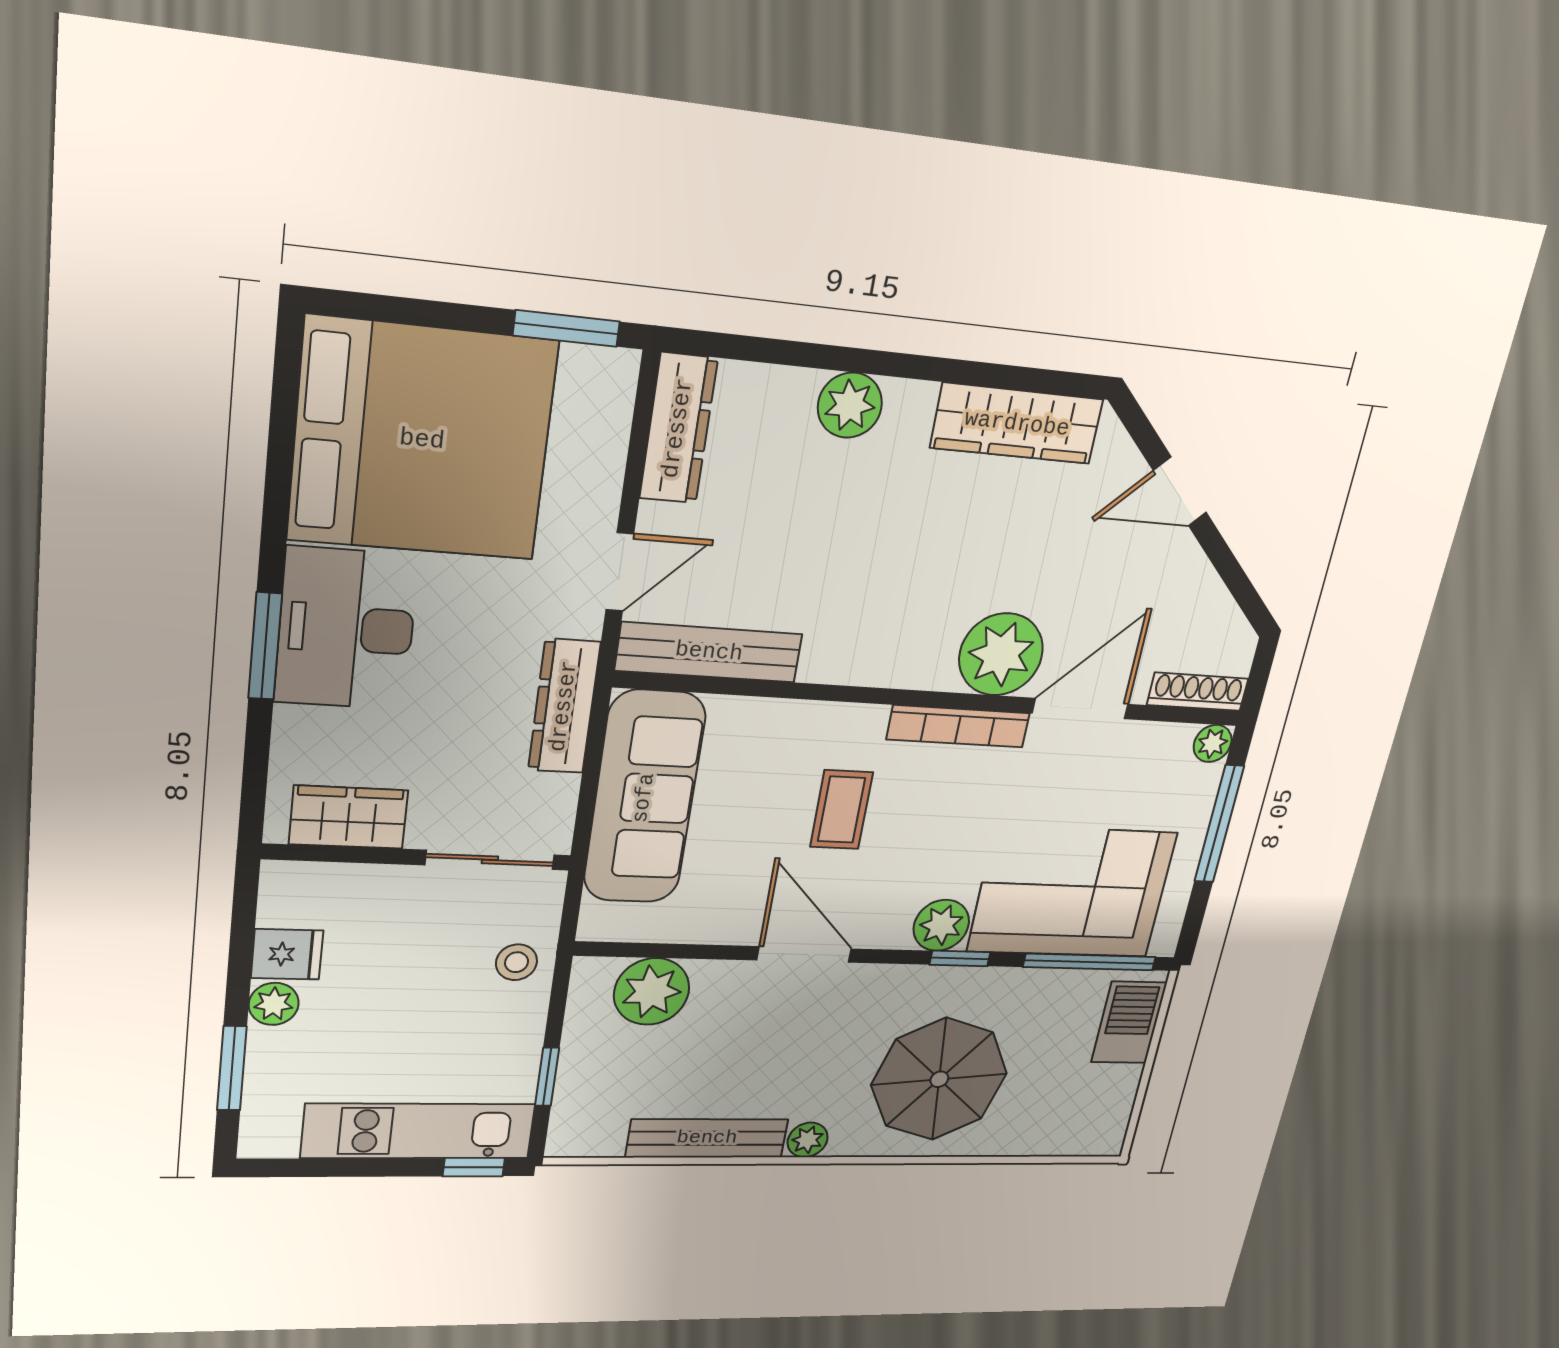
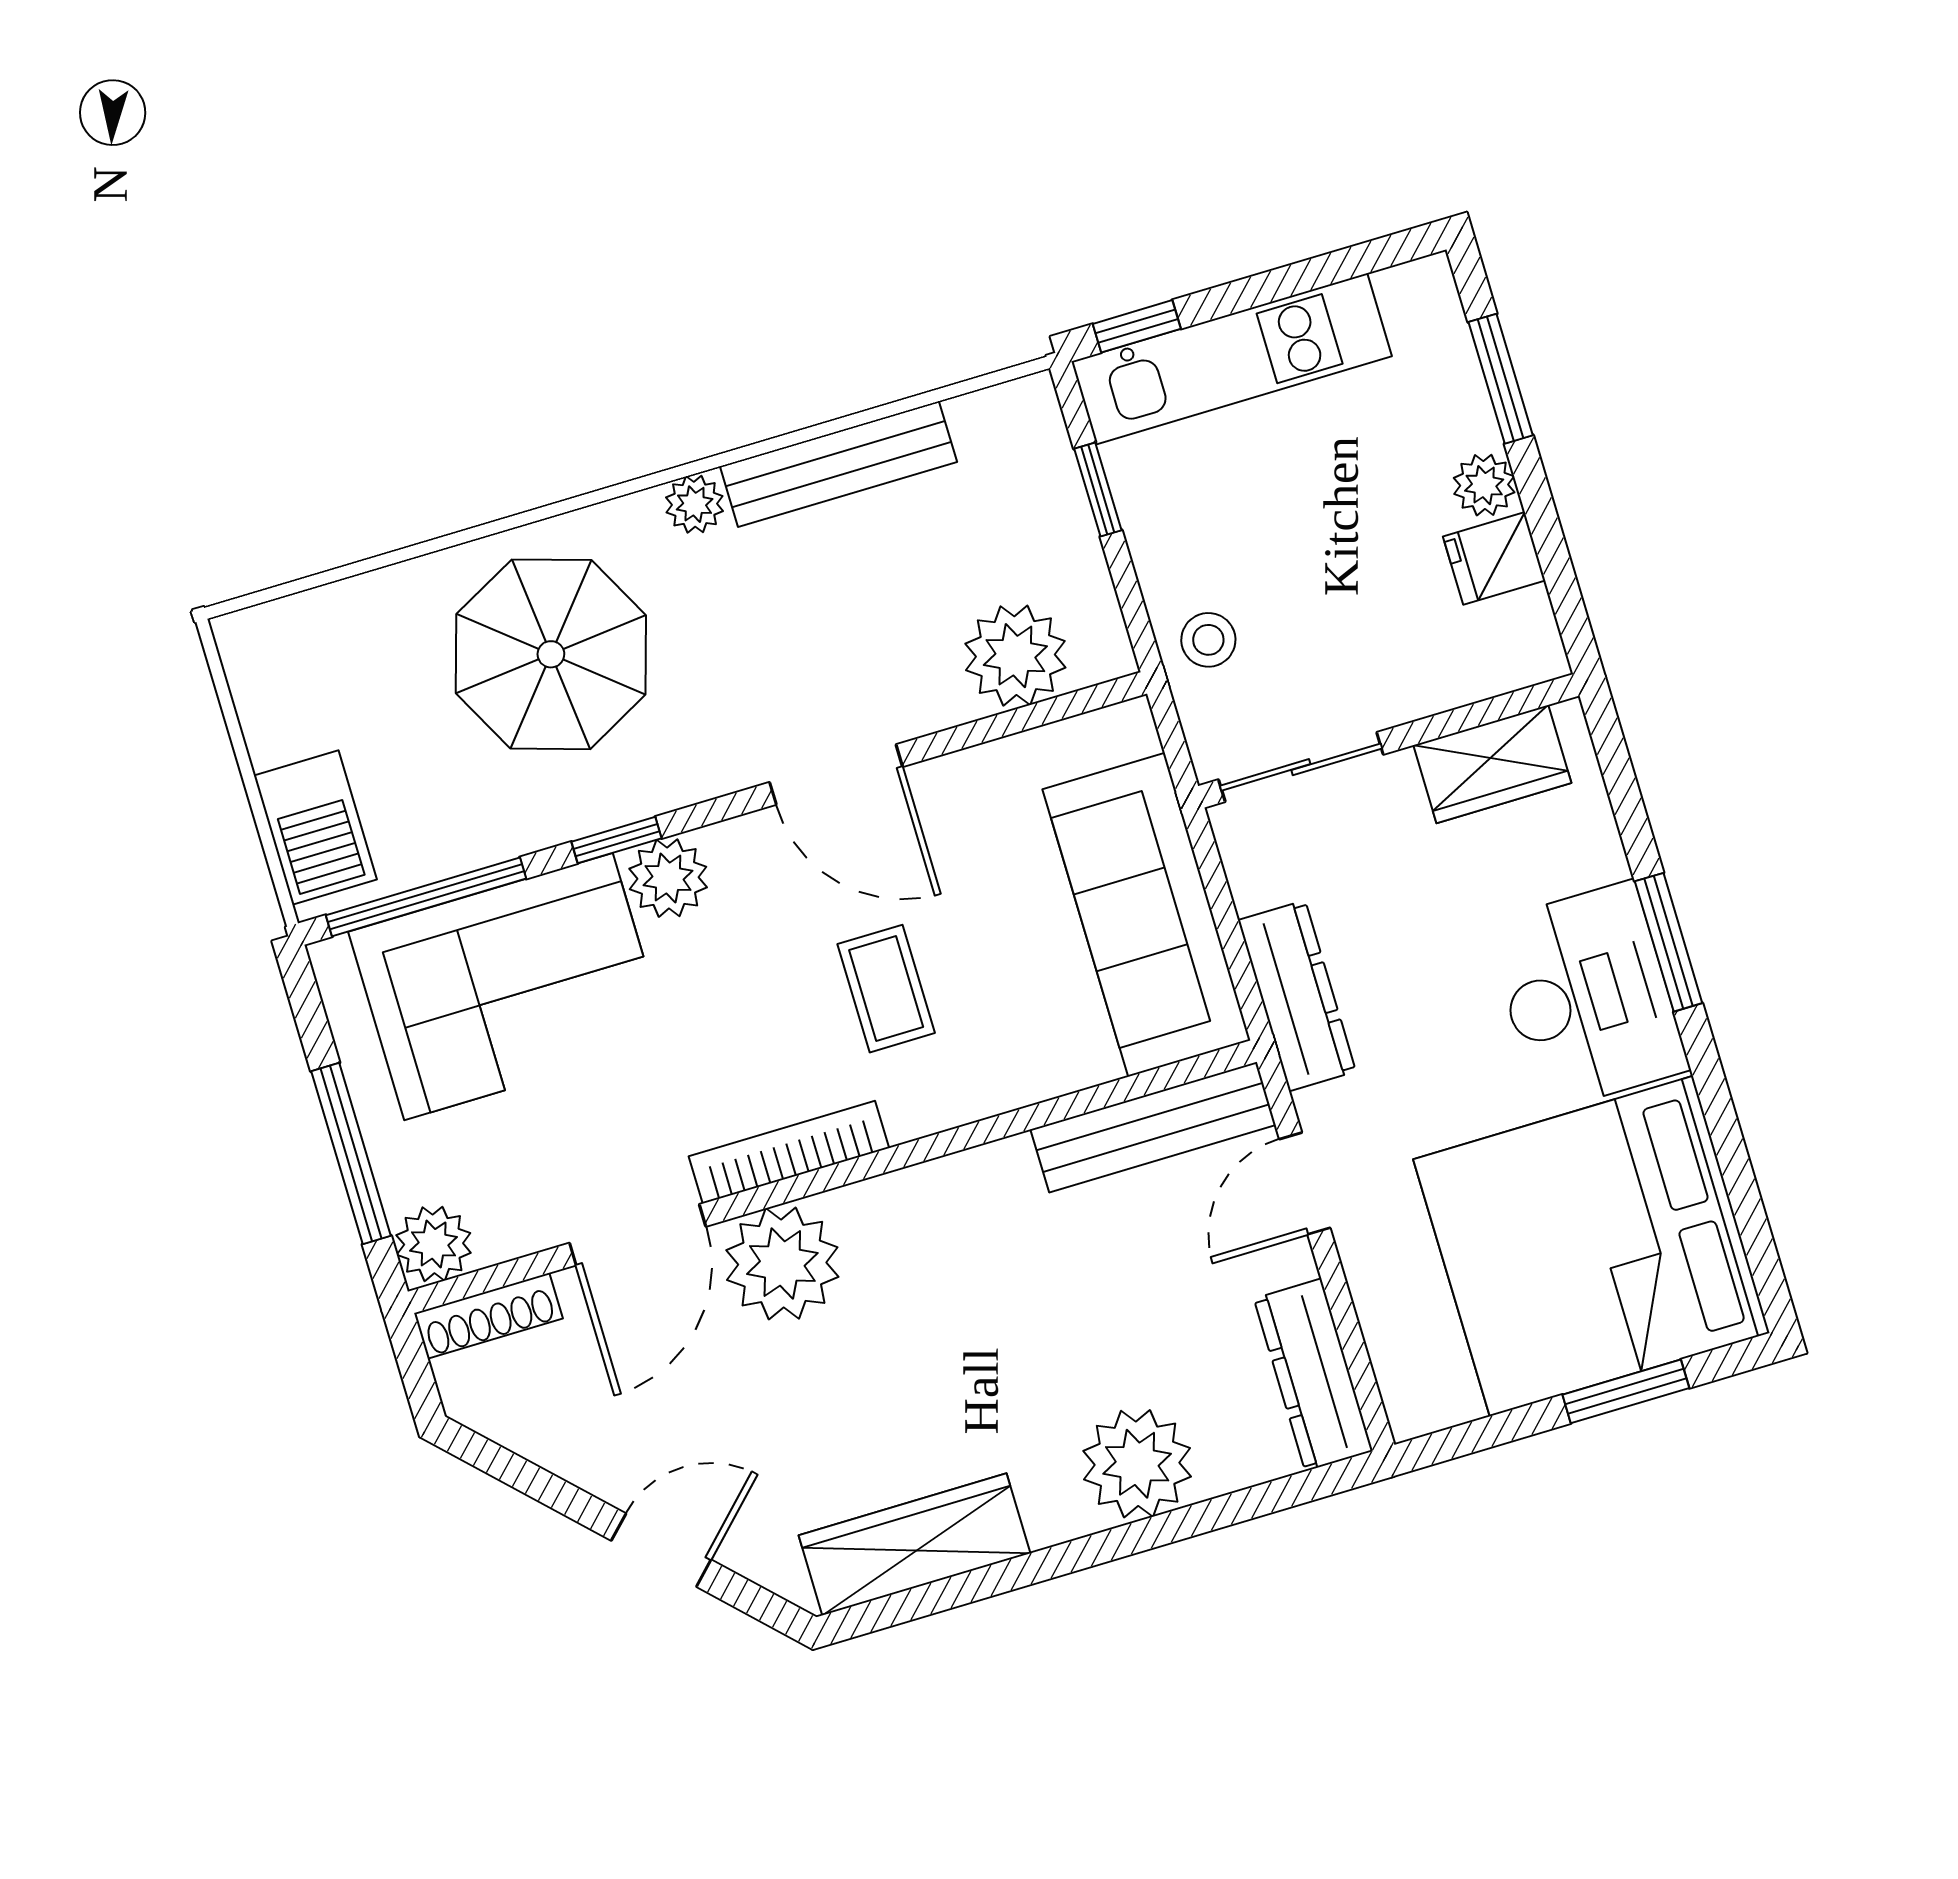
window: (566, 328) -> (1626, 1391), moved
plant: (850, 405) -> (1137, 1464), width x1.36, depth x1.36
plant: (1213, 743) -> (434, 1244), width x1.38, depth x1.38

